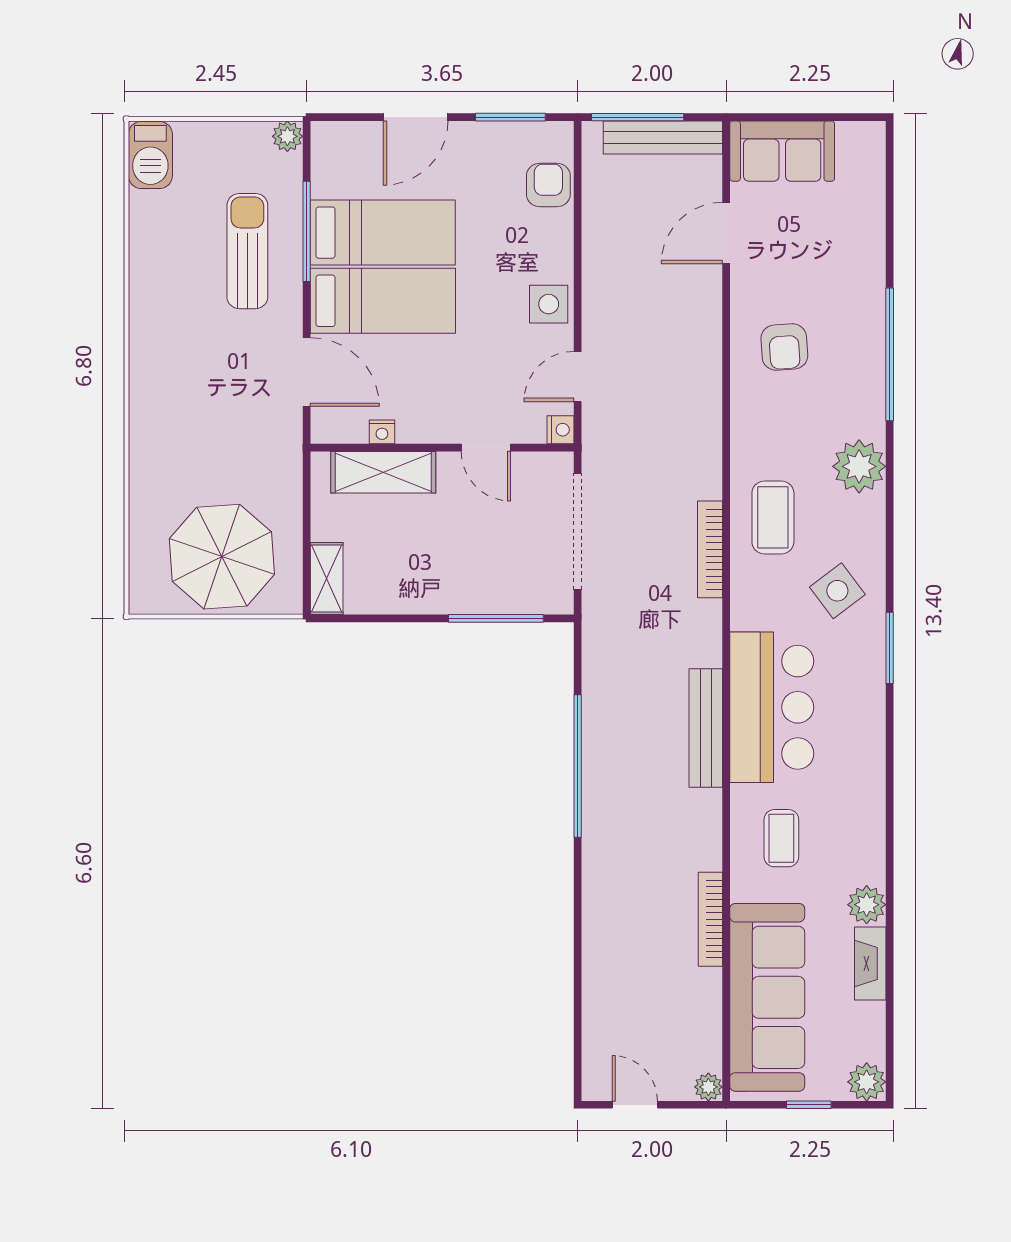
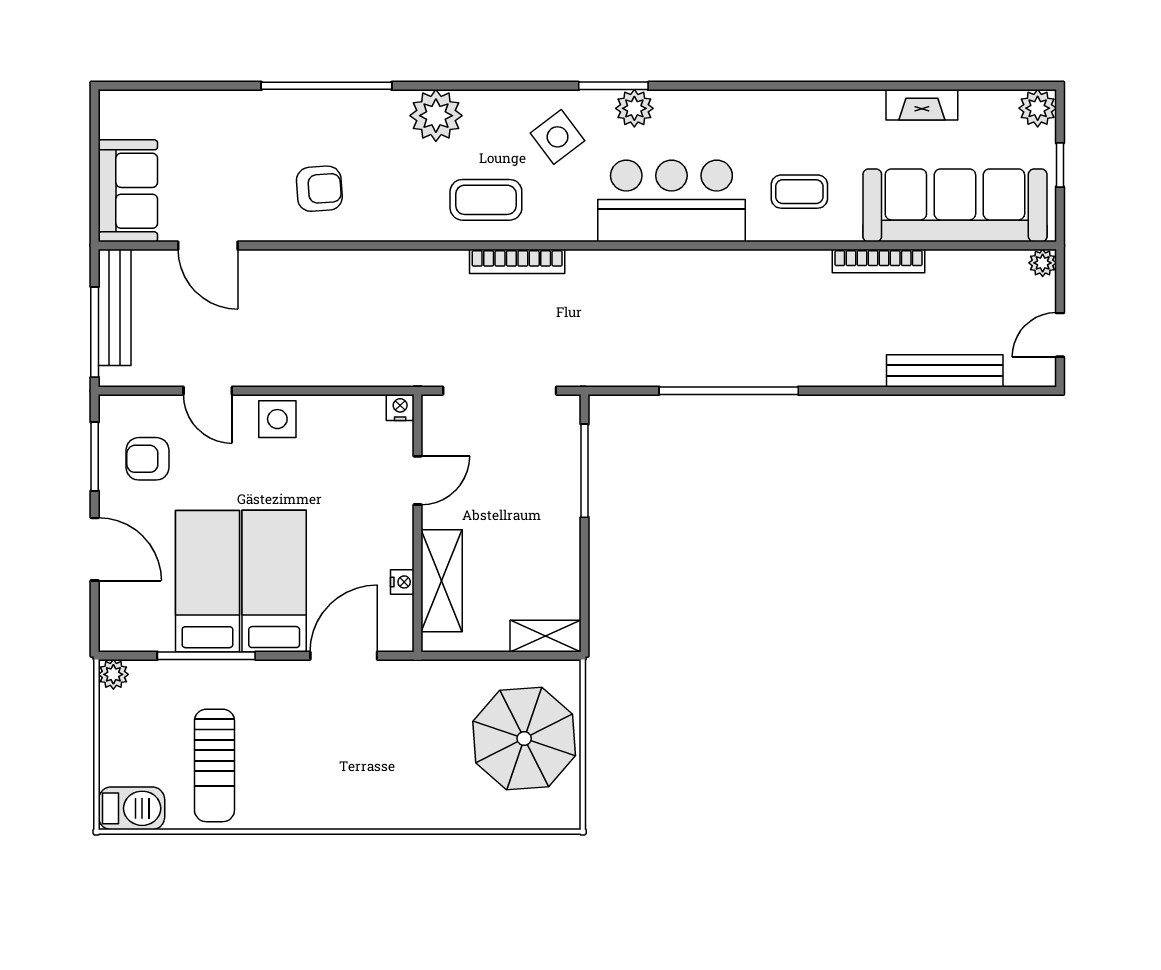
armchair: (548, 185) -> (147, 459), moved
sun lounger: (247, 251) -> (214, 765), moved, turned -90
door: (578, 377) -> (208, 391), moved
bench: (706, 728) -> (945, 371), moved
plant: (867, 905) -> (634, 108), moved

